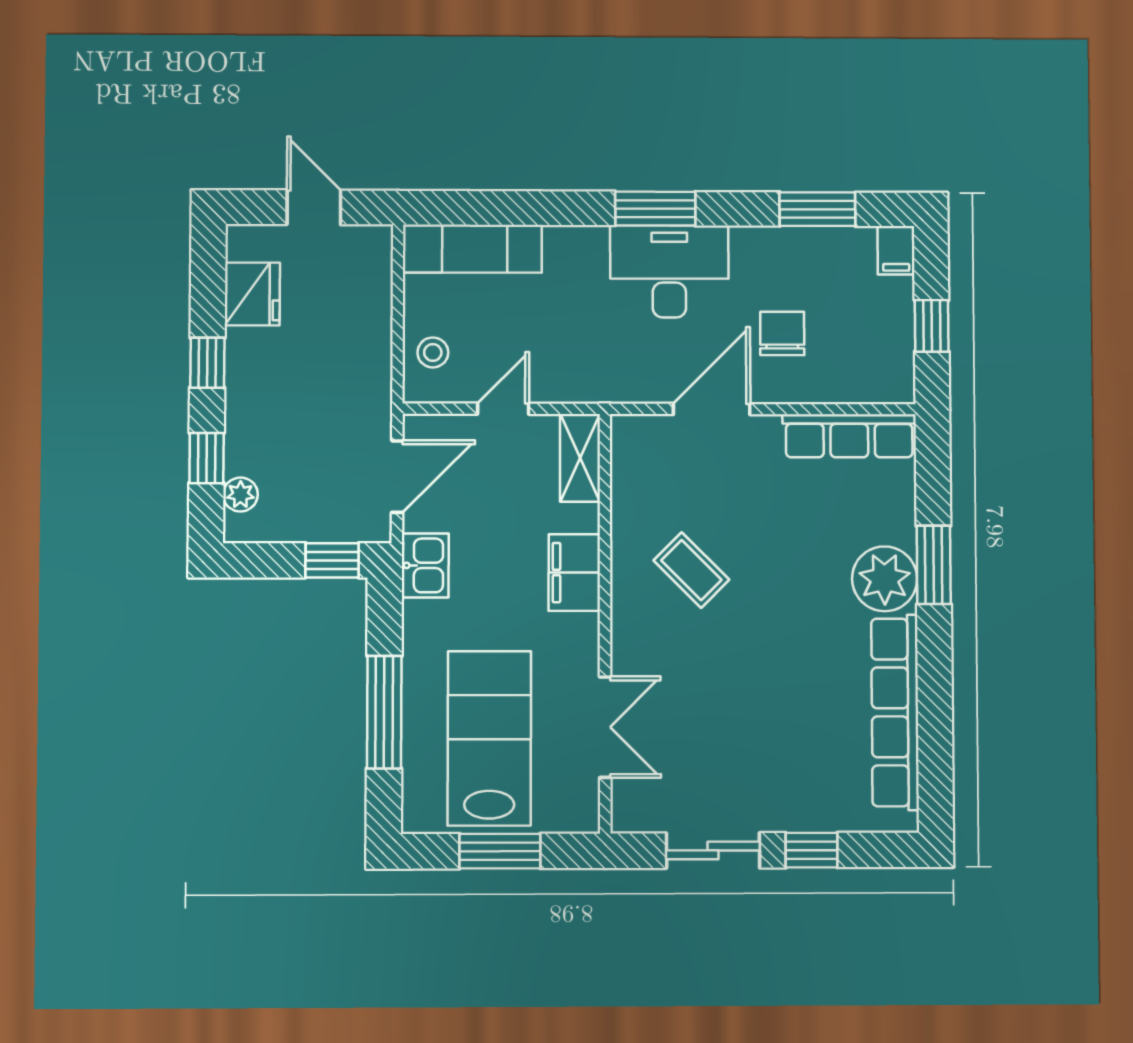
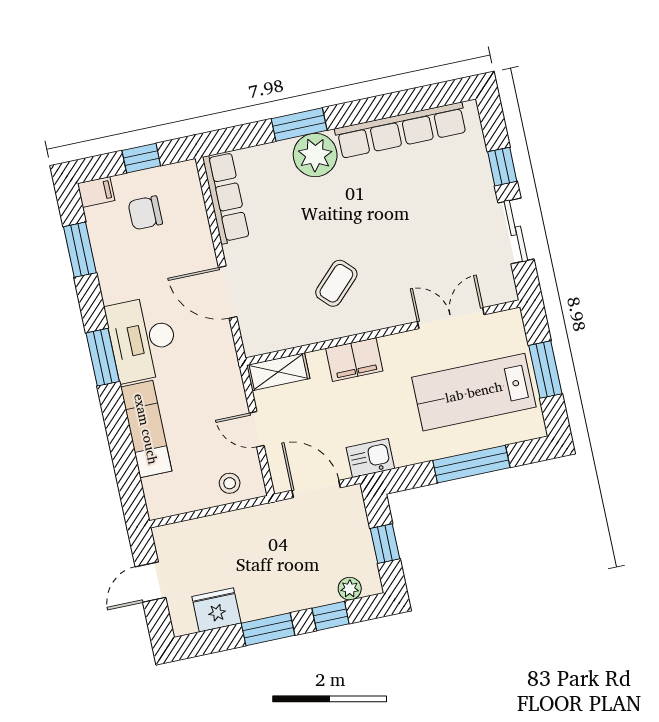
exam couch: (472, 249) -> (146, 429), moved
chair: (782, 333) -> (145, 213), moved
window: (207, 363) -> (268, 629), width x1.50
window: (332, 560) -> (385, 544), moved

